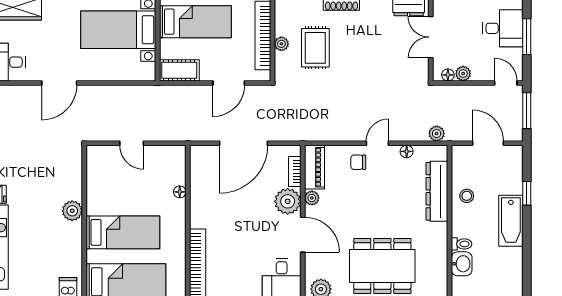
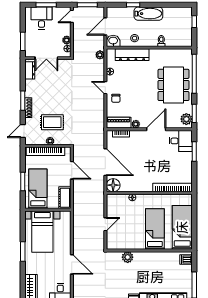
floor lamp: (202, 157) -> (113, 185), added
plant: (288, 201) -> (138, 138), removed
plant: (72, 211) -> (128, 257), moved
washbasin: (462, 264) -> (113, 41), moved

